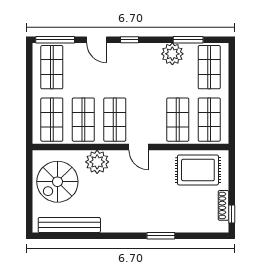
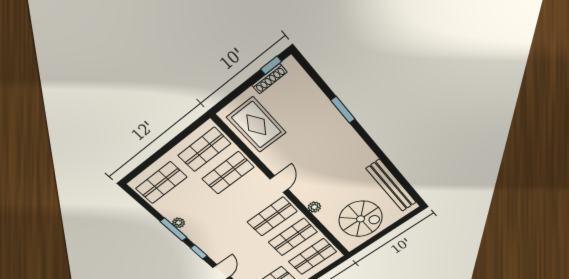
window: (188, 40) -> (173, 230), moved
plant: (172, 54) -> (178, 223), width x0.53, depth x0.53
plant: (97, 162) -> (314, 207), width x0.53, depth x0.53

